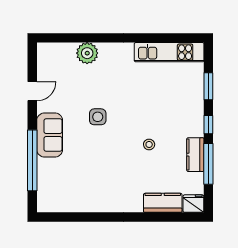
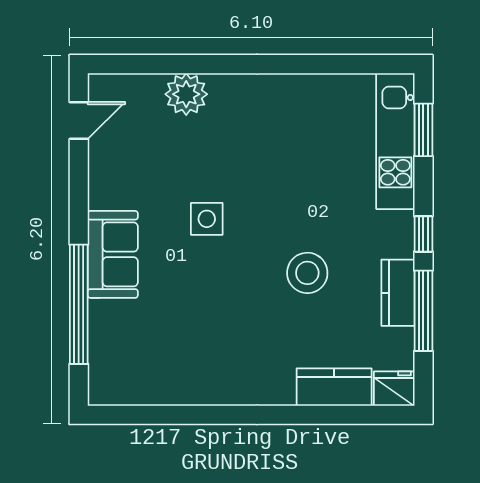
kitchen unit: (169, 52) -> (395, 141), moved, turned 90
window: (208, 86) -> (423, 130), moved
door: (32, 91) -> (79, 120), moved
stool: (149, 144) -> (307, 273), width x1.89, depth x1.89

